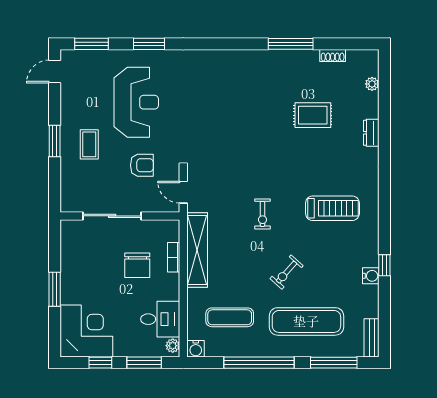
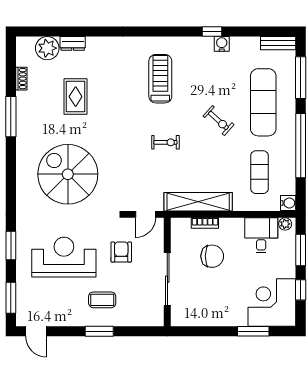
plant: (372, 84) -> (47, 48), width x1.88, depth x1.88
spiral stairs: (227, 107) -> (68, 174), added
dresser: (371, 133) -> (73, 43), moved
window: (55, 289) -> (253, 331), moved

